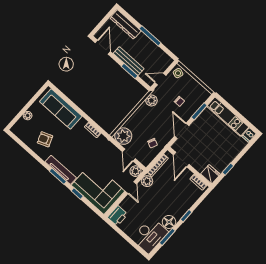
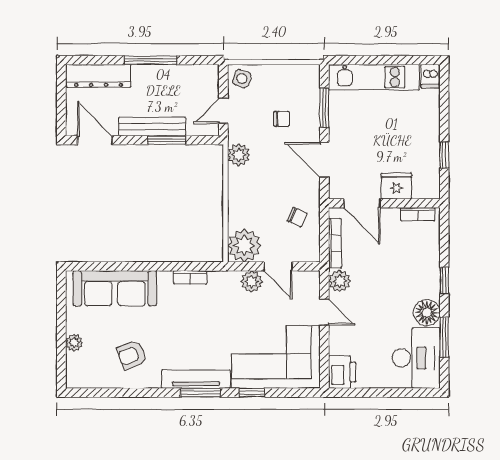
plant: (135, 171) -> (252, 282), moved
fridge: (210, 174) -> (396, 186), moved

